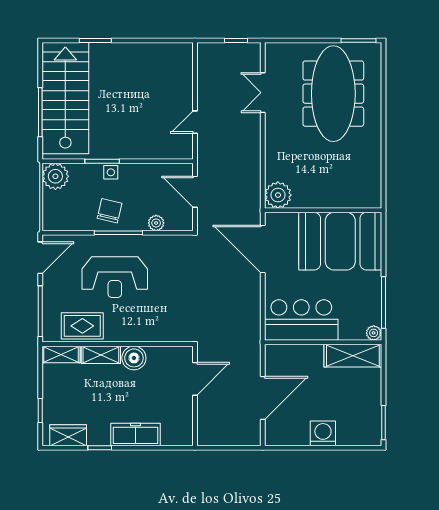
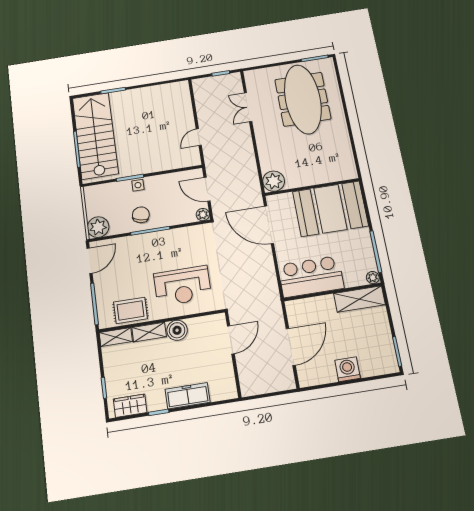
plant: (55, 176) -> (98, 227), moved
plant: (156, 223) -> (203, 215), moved
reception desk: (115, 277) -> (183, 286), moved

